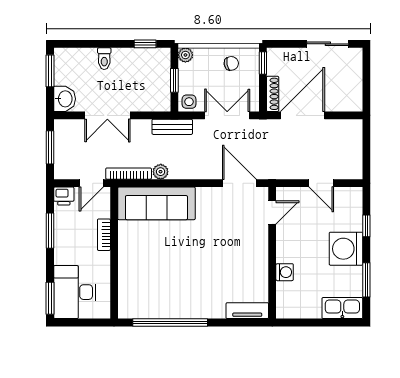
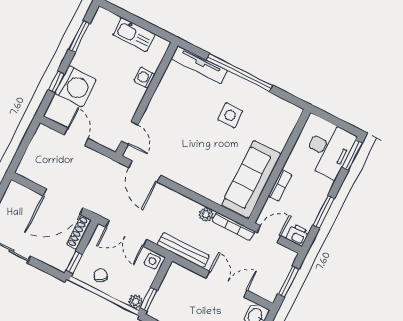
chair: (231, 63) -> (101, 275), turned 62
window: (174, 80) -> (149, 299), moved
bench: (172, 127) -> (183, 250), width x1.36
sofa: (156, 203) -> (251, 179), moved, turned -90
door: (272, 213) -> (130, 133), swing flipped
washing machine: (346, 249) -> (75, 86), moved
side table: (185, 277) -> (230, 115), added
kitchen sink: (342, 308) -> (134, 34), moved
tv unit: (247, 311) -> (199, 65), width x1.41
window: (170, 323) -> (239, 73), moved

